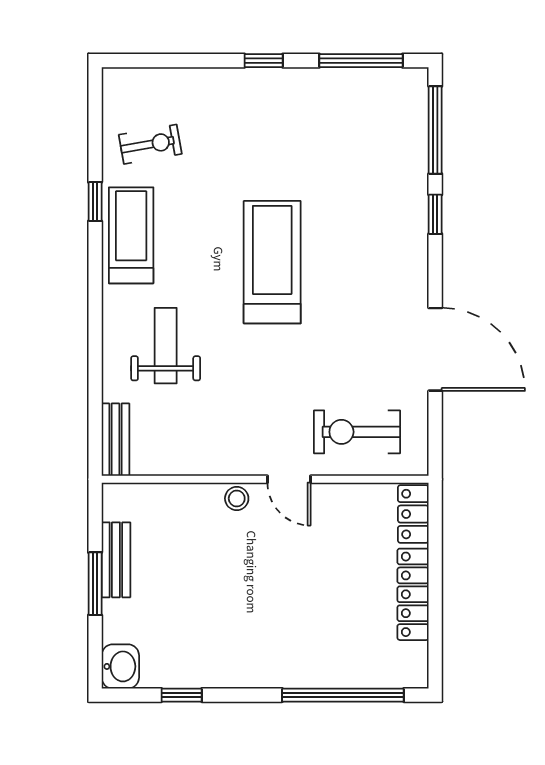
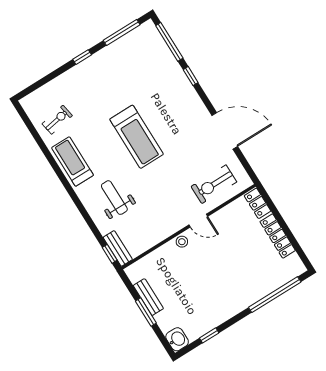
window: (95, 202) -> (110, 254), moved
treadmill: (272, 262) -> (137, 137), turned 180

